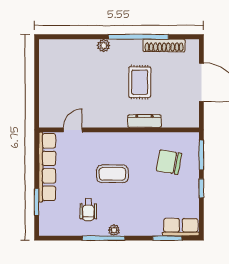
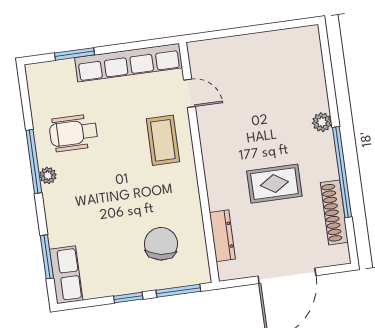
dresser: (144, 121) -> (222, 236), moved
coffee table: (112, 174) -> (163, 140), moved
wheelchair: (88, 210) -> (74, 133), width x1.36, depth x1.37

